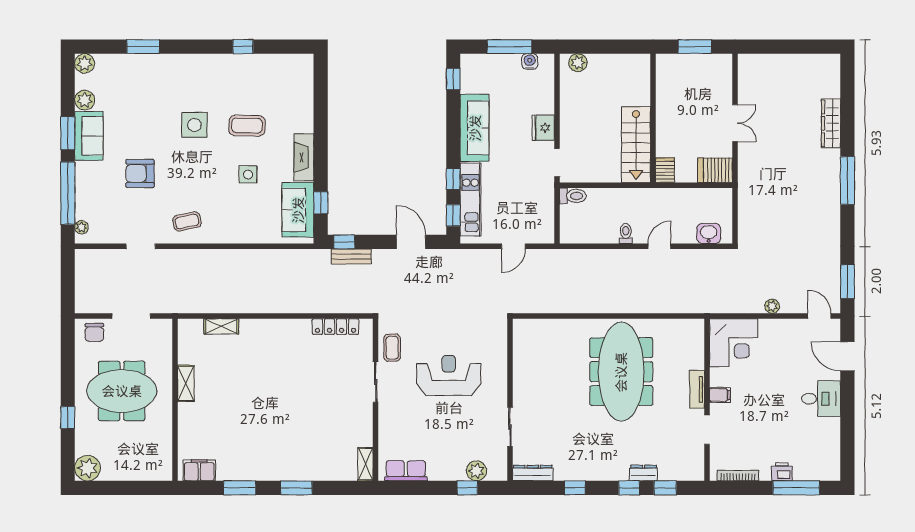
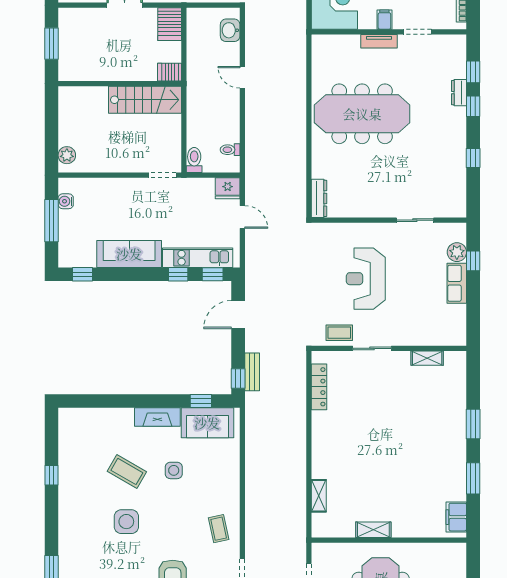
coffee table: (247, 126) -> (127, 471), turned -61
fridge: (543, 128) -> (228, 188), moved
toilet: (626, 233) -> (230, 150), moved
shelving: (365, 464) -> (427, 358), moved
row of seats: (406, 471) -> (457, 283), moved
dresser: (533, 473) -> (319, 198), moved, turned 180

